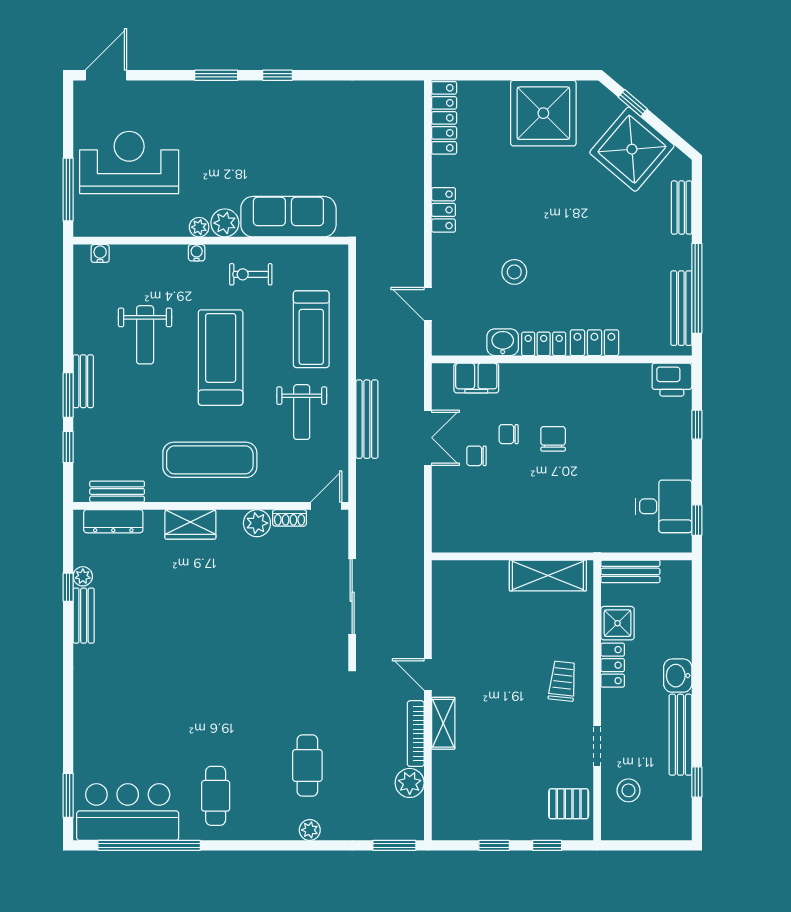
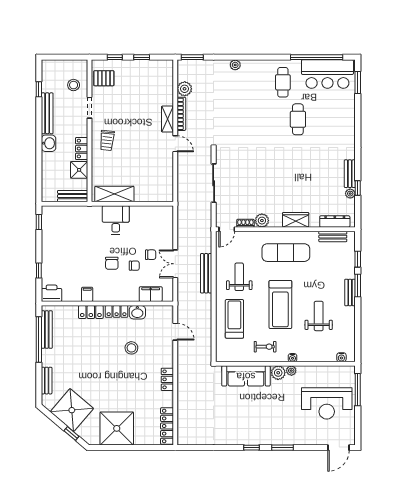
filing cabinet: (602, 378) -> (87, 294), added
desk: (663, 506) -> (116, 220), moved, turned 90
cafe table: (307, 765) -> (298, 119), moved

